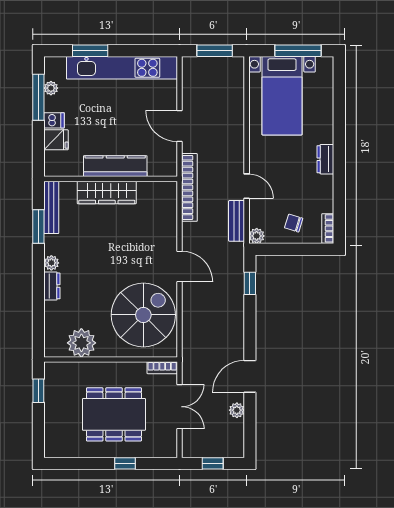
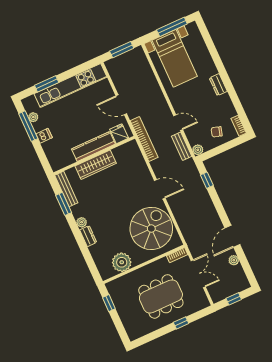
fridge: (56, 140) -> (119, 134), moved, turned -90

